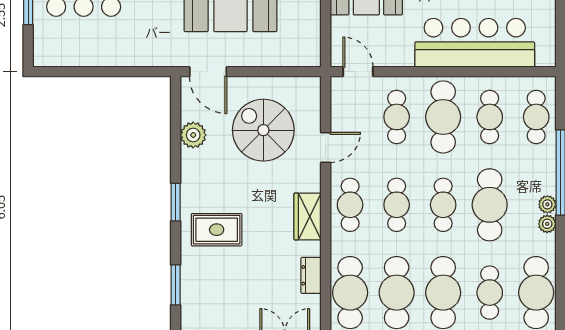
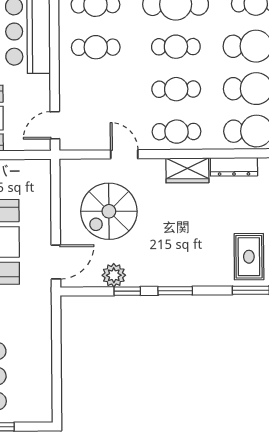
cafe table: (397, 117) -> (96, 90), removed
cafe table: (443, 117) -> (96, 47), width x0.73, depth x0.74
window: (176, 150) -> (127, 291), added
rug: (217, 230) -> (249, 257), moved
dresser: (311, 275) -> (234, 167), width x1.44

